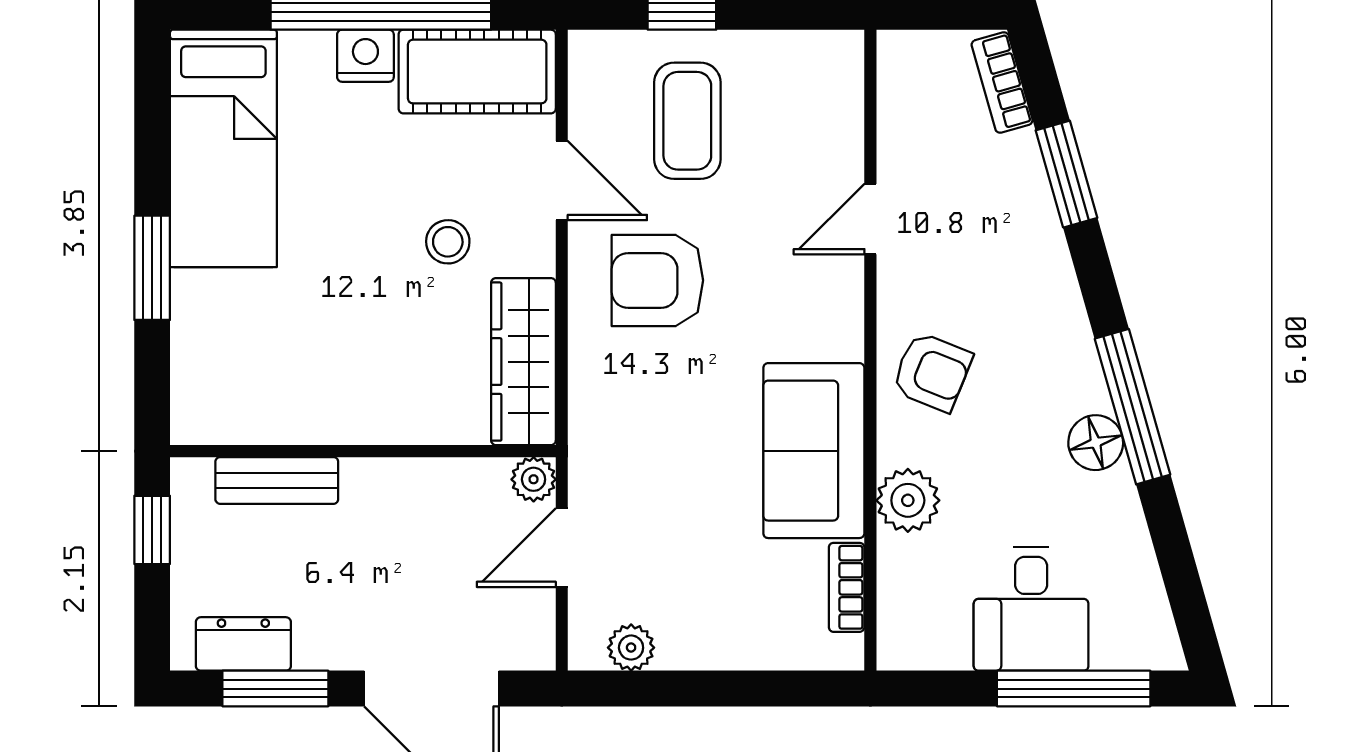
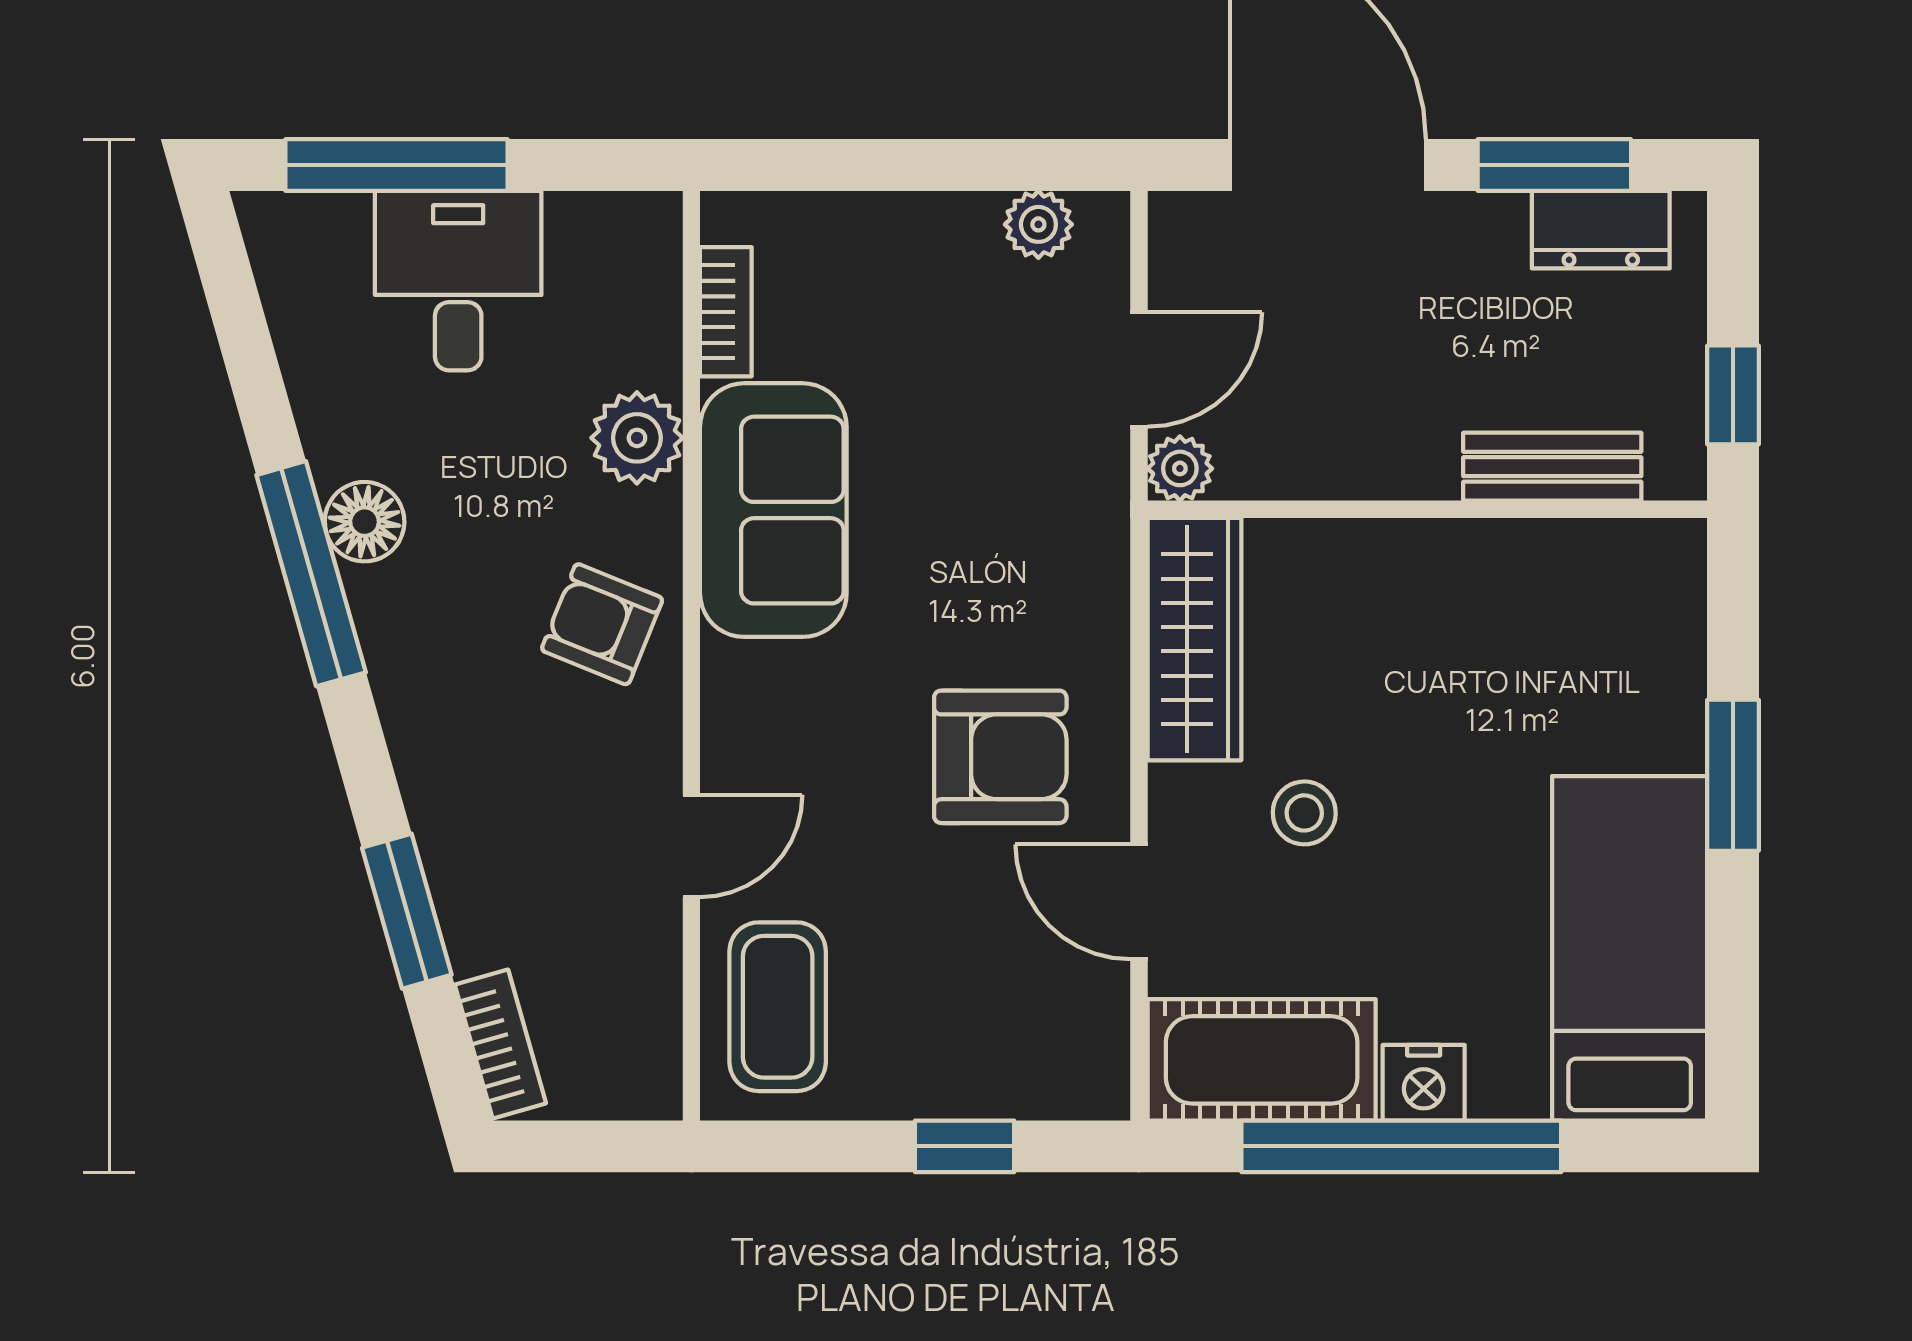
coffee table: (687, 121) -> (778, 1007), moved

